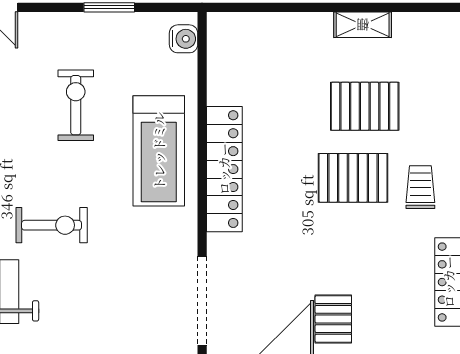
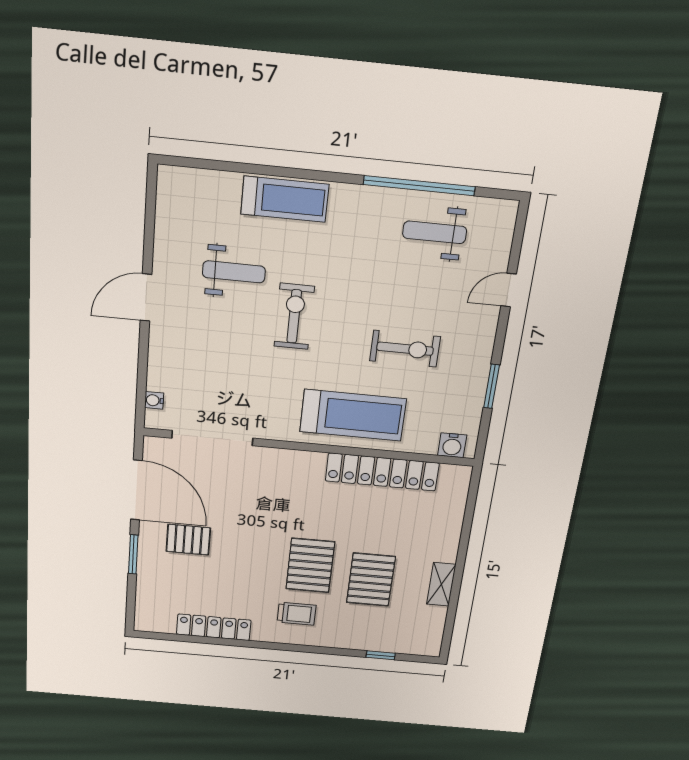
treadmill: (159, 151) -> (353, 415), turned 180
locker: (224, 169) -> (382, 472), moved
exercise bike: (52, 225) -> (294, 316), turned 180

